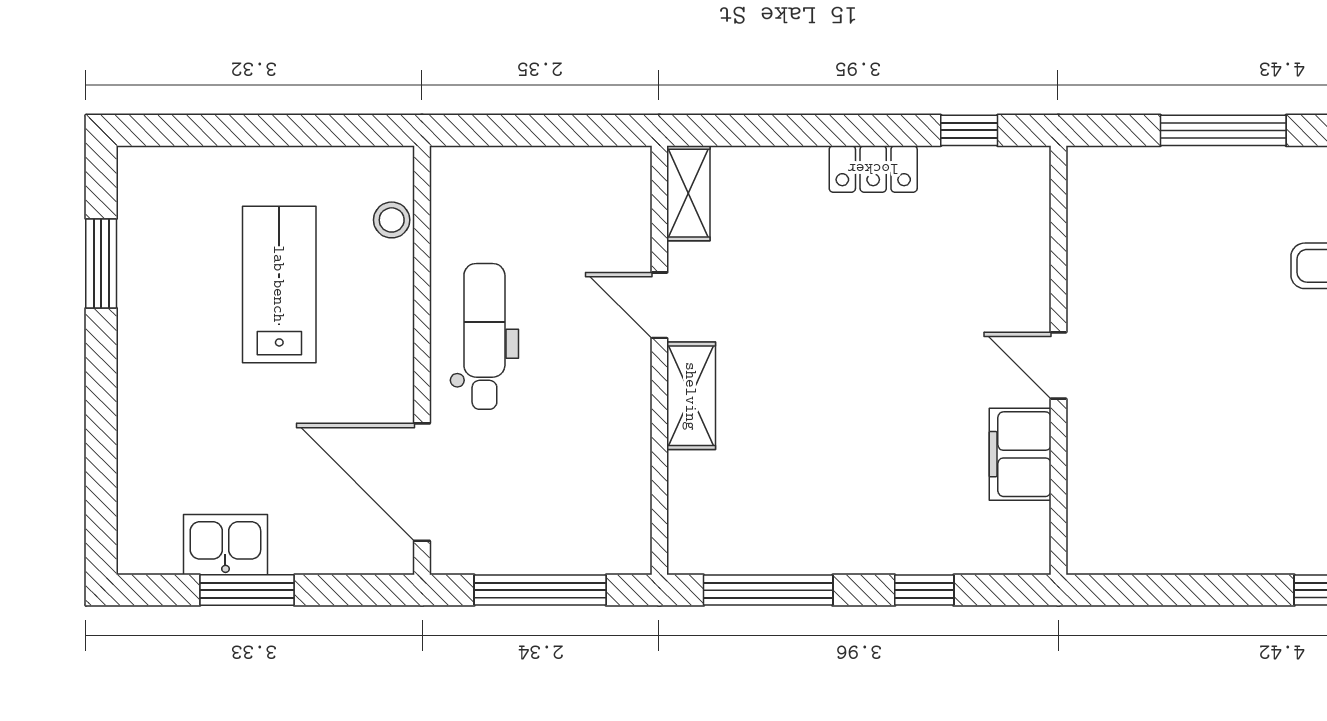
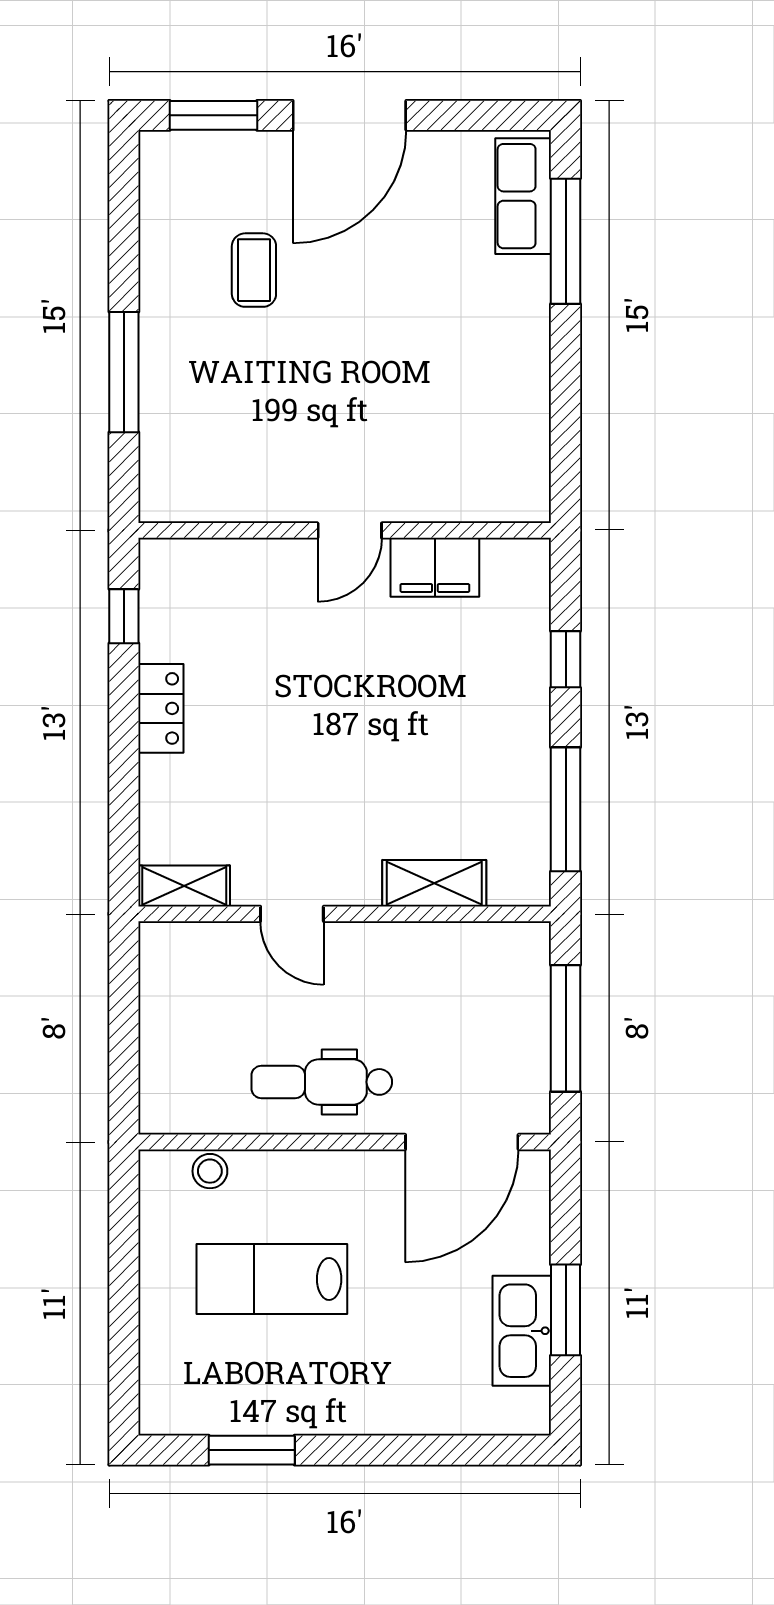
door: (659, 305) -> (292, 914), hinge flipped
shelving: (691, 396) -> (434, 883), moved
kitchen sink: (225, 545) -> (522, 1331), width x1.38

